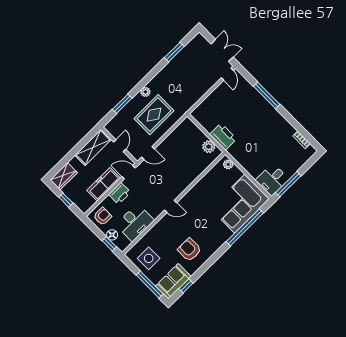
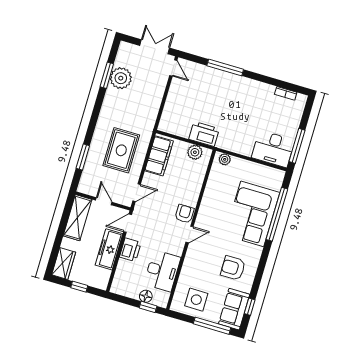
plant: (145, 92) -> (121, 78), moved, width x1.88, depth x1.88
filing cabinet: (180, 135) -> (159, 156), added
desk: (272, 180) -> (273, 149), width x1.37
corner sofa: (240, 204) -> (252, 214), moved
armchair: (103, 216) -> (184, 214), moved

